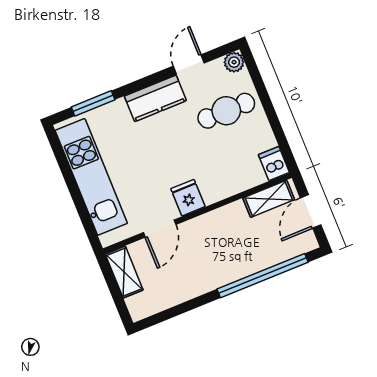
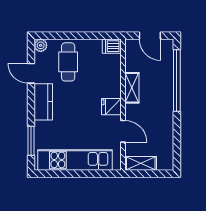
shelving: (269, 199) -> (132, 88), moved

